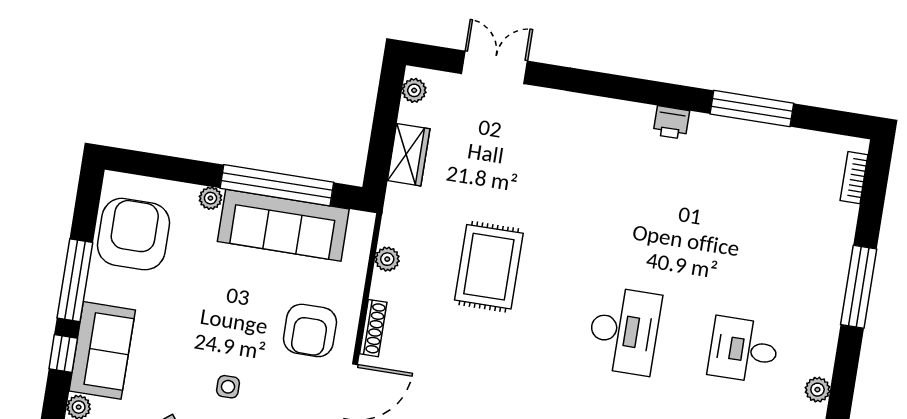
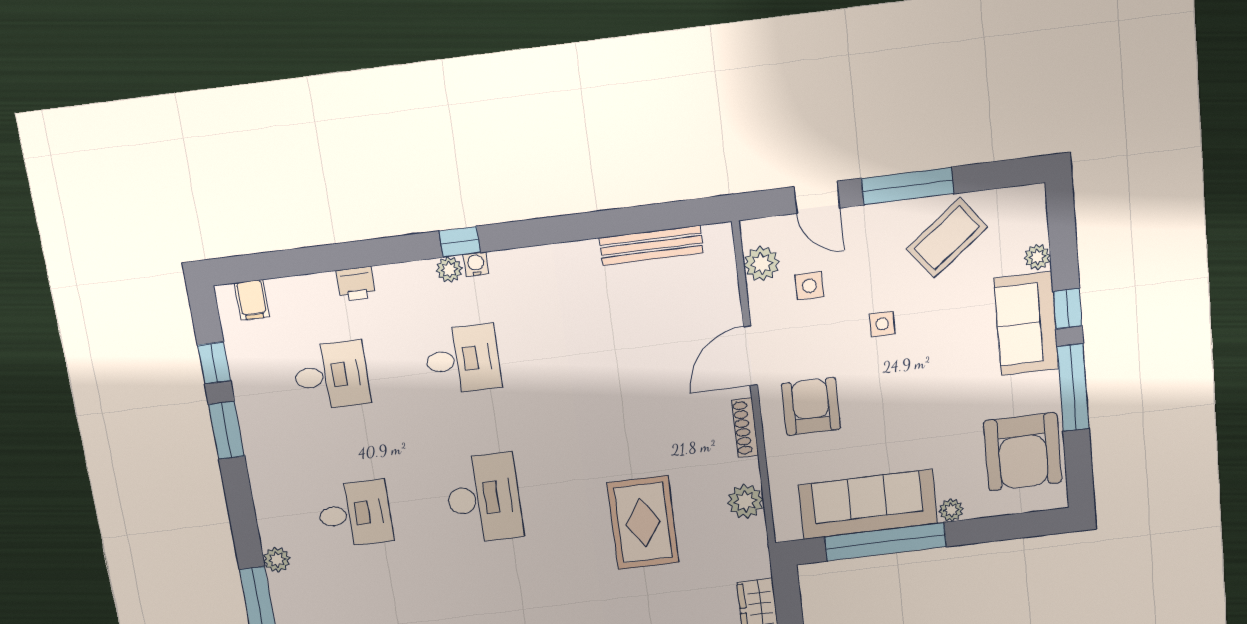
plant: (387, 259) -> (746, 501), width x1.38, depth x1.38
desk: (624, 331) -> (484, 498), turned 180
plant: (817, 390) -> (277, 560), moved

